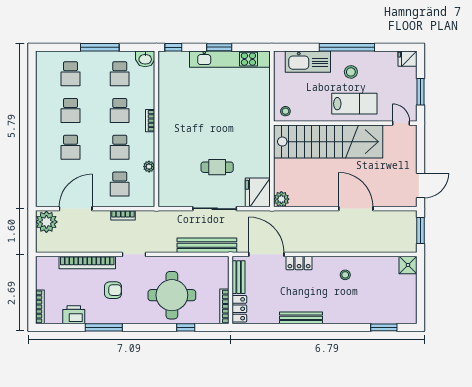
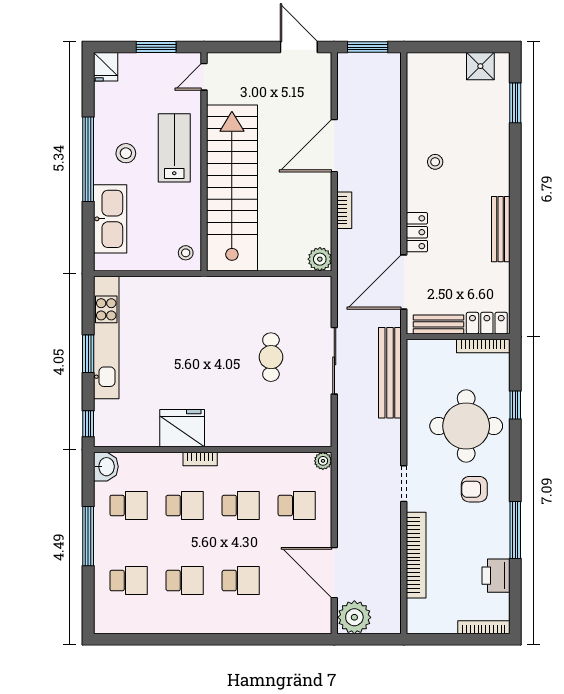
plant: (149, 167) -> (323, 461), moved
fridge: (258, 192) -> (182, 428), moved, turned 180
bookcase: (123, 215) -> (344, 210), moved
shower: (408, 265) -> (480, 66), moved
armchair: (113, 290) -> (474, 489), moved, turned -90

